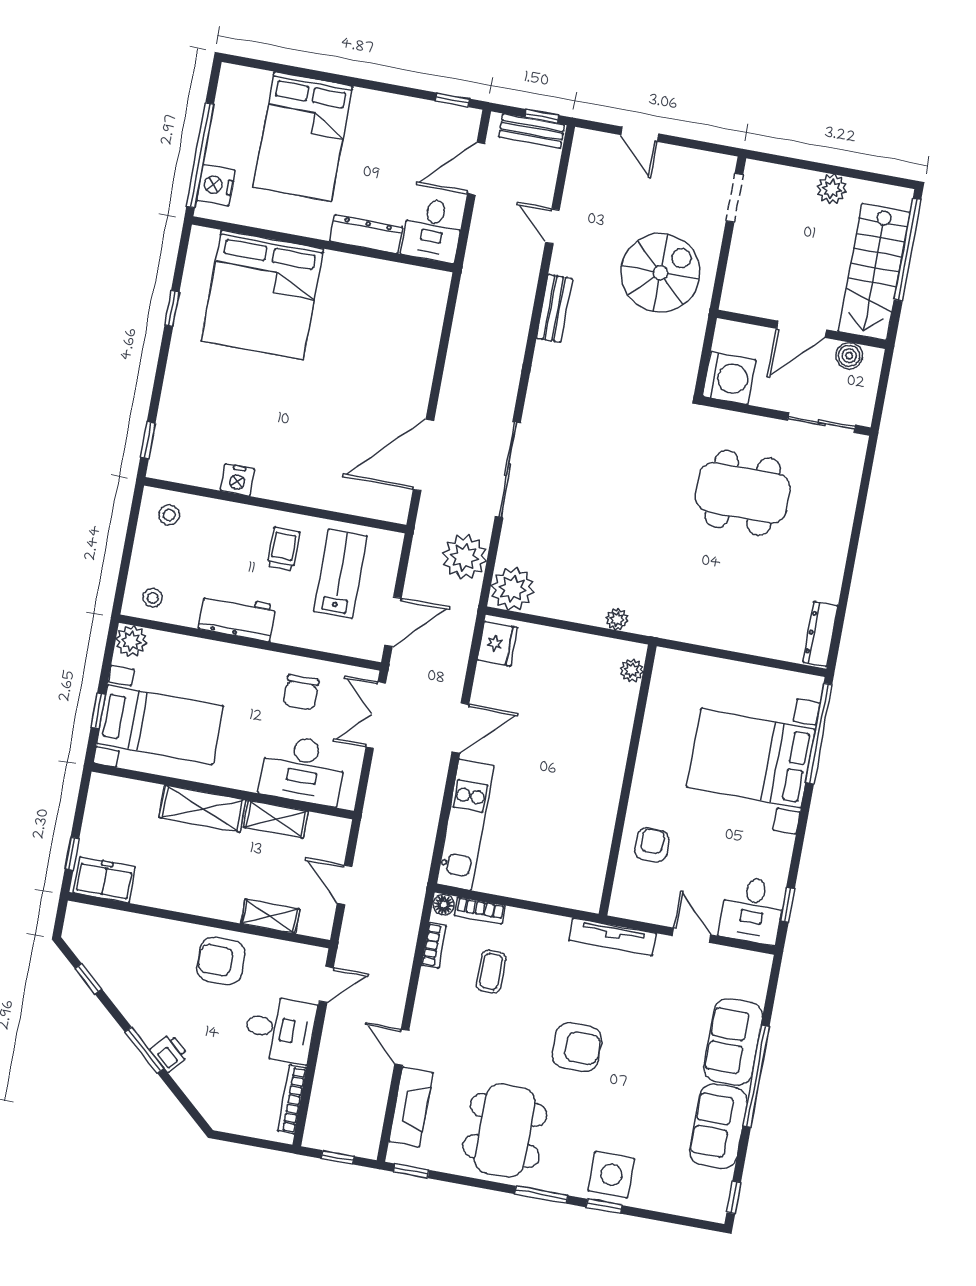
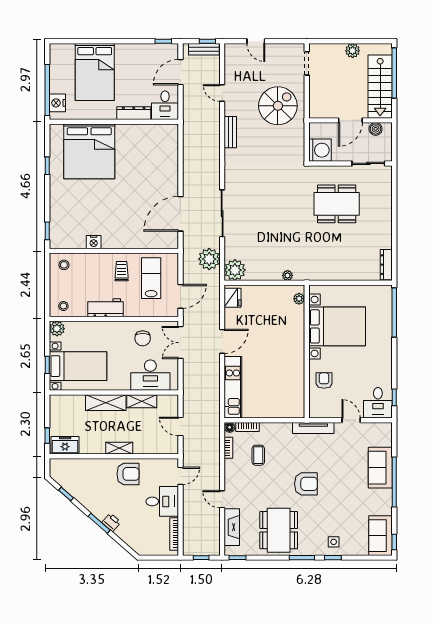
bed with nightstands: (751, 758) -> (337, 326), moved, turned 180
shelving: (270, 916) -> (119, 448), moved
armchair: (221, 961) -> (128, 474), turned 180
sofa: (718, 1126) -> (381, 536), moved
side table: (611, 1175) -> (334, 542), width x0.54, depth x0.54

